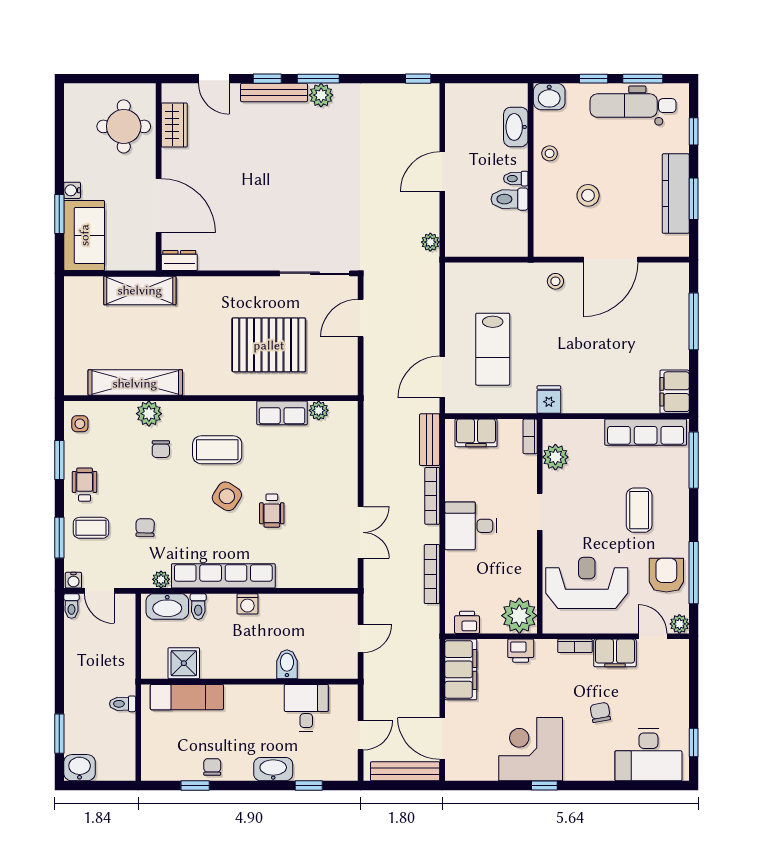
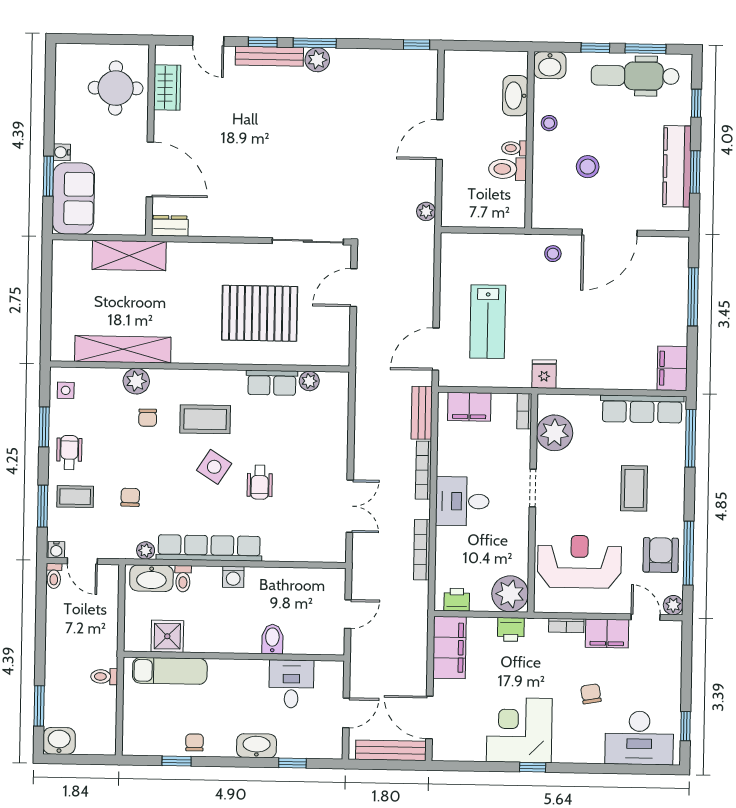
plant: (555, 457) -> (555, 433), width x1.36, depth x1.36

